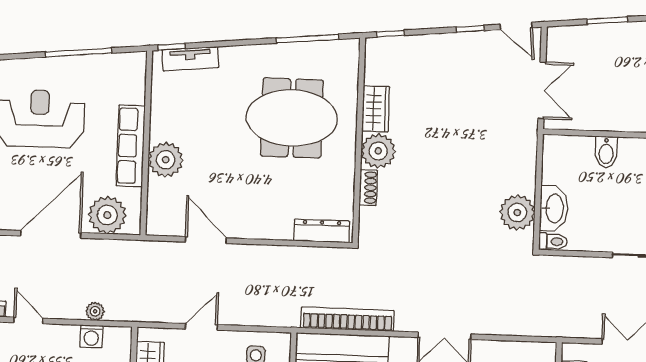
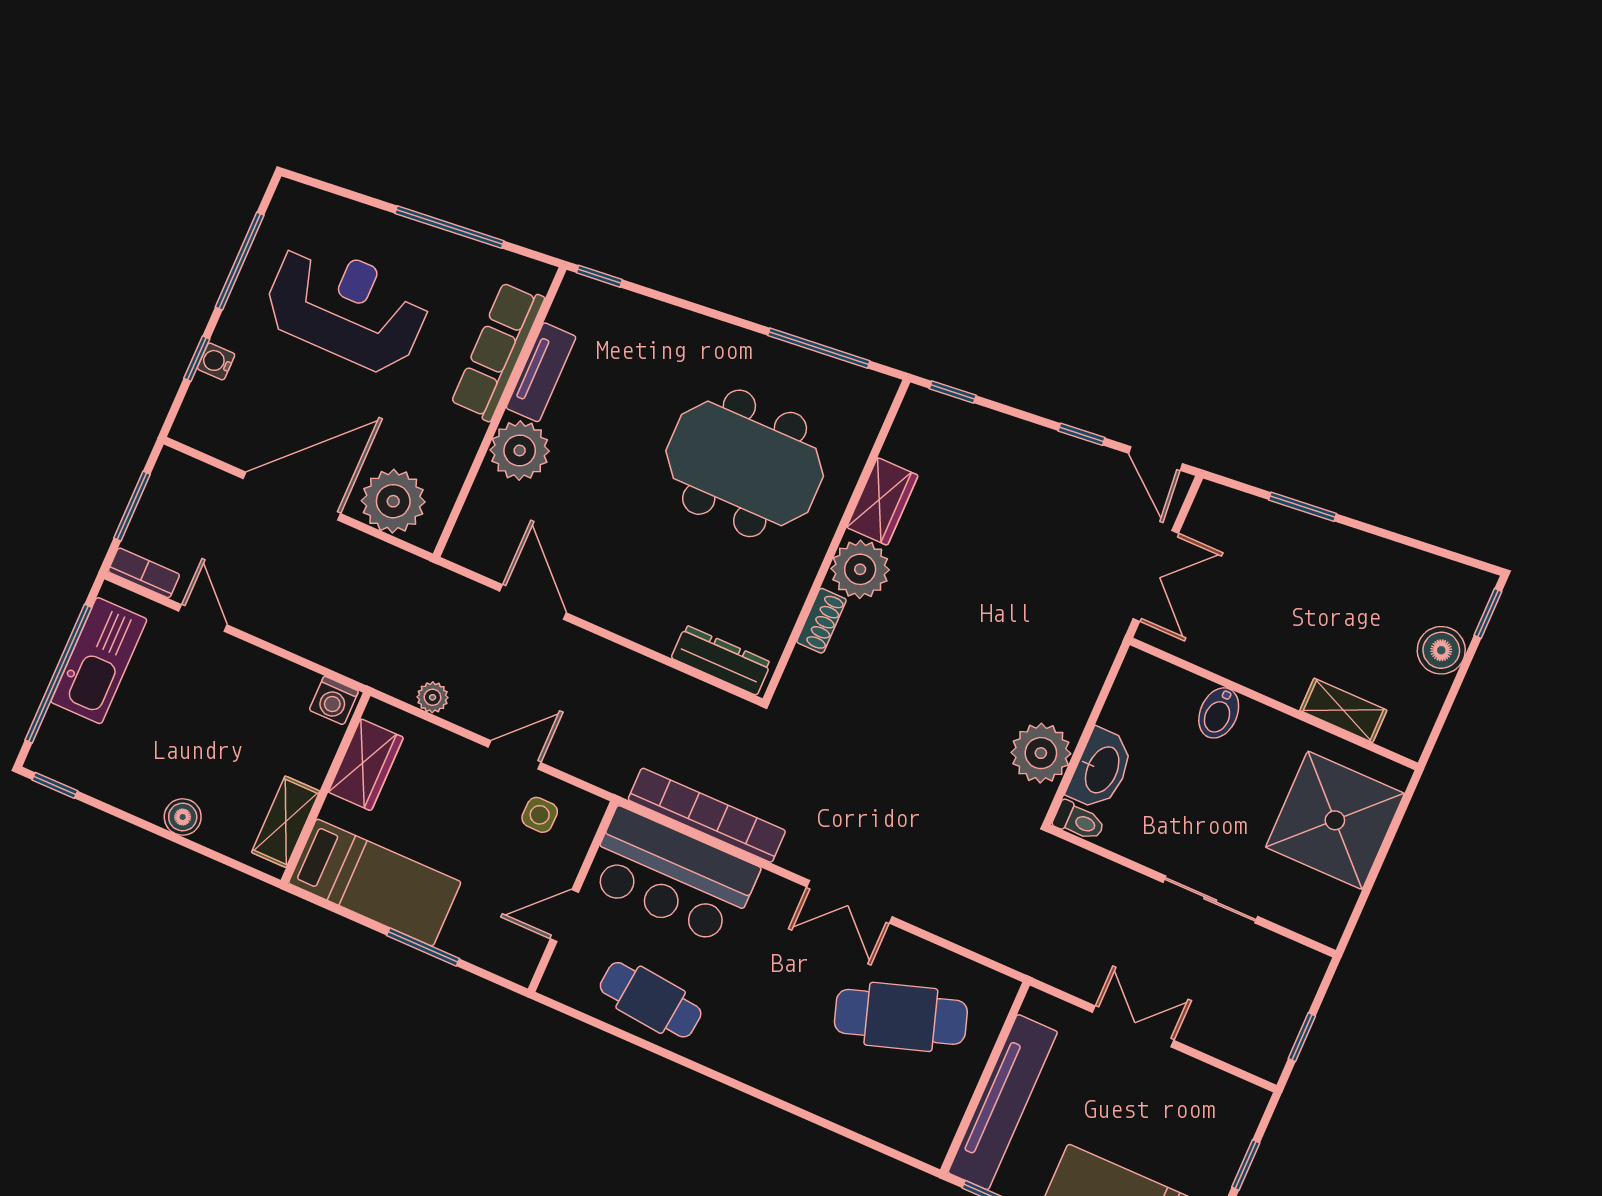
tv unit: (190, 59) -> (541, 372), moved, turned -84
row of seats: (131, 146) -> (498, 351), moved
plant: (95, 311) -> (433, 697), moved
door: (201, 327) -> (514, 755), moved
washing machine: (91, 336) -> (334, 701), moved

